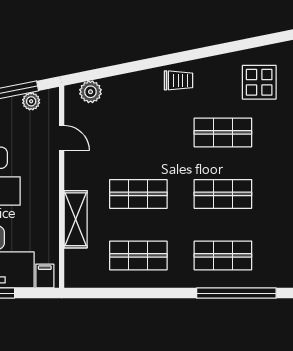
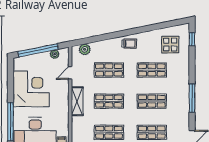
shop shelf: (138, 132) -> (109, 70), added
door: (62, 138) -> (70, 73), swing flipped
shelving: (76, 219) -> (77, 101), moved

